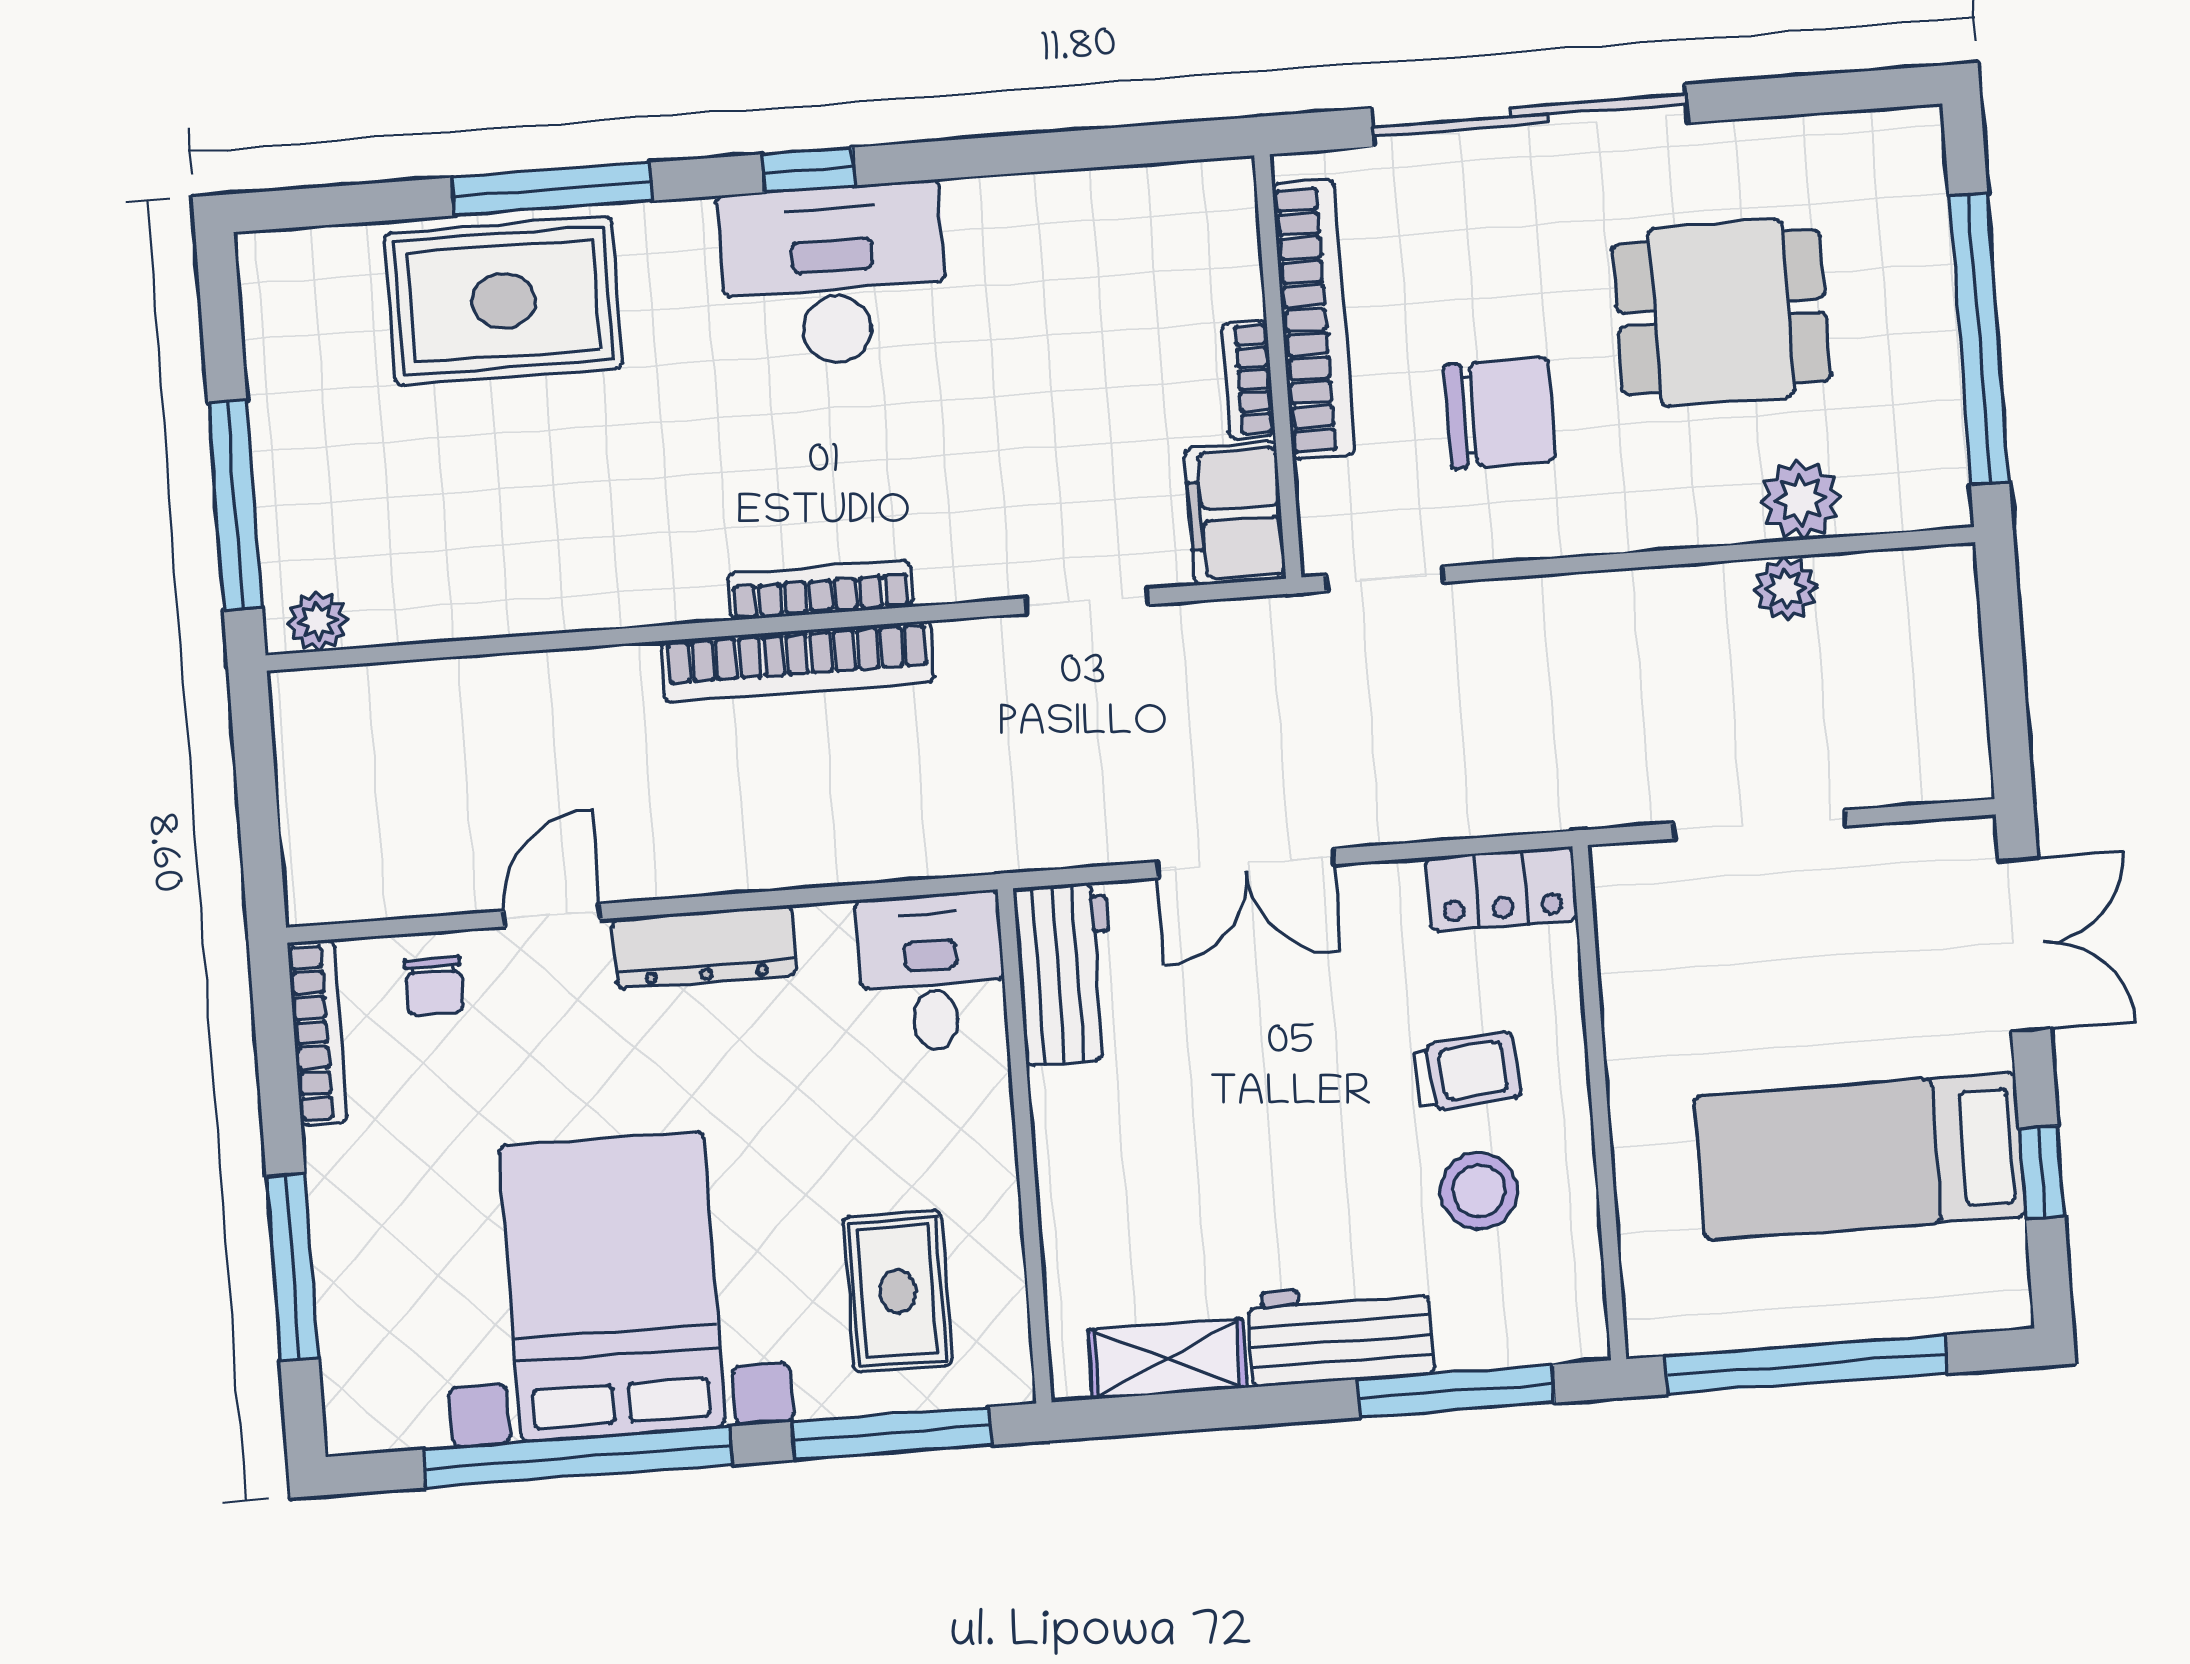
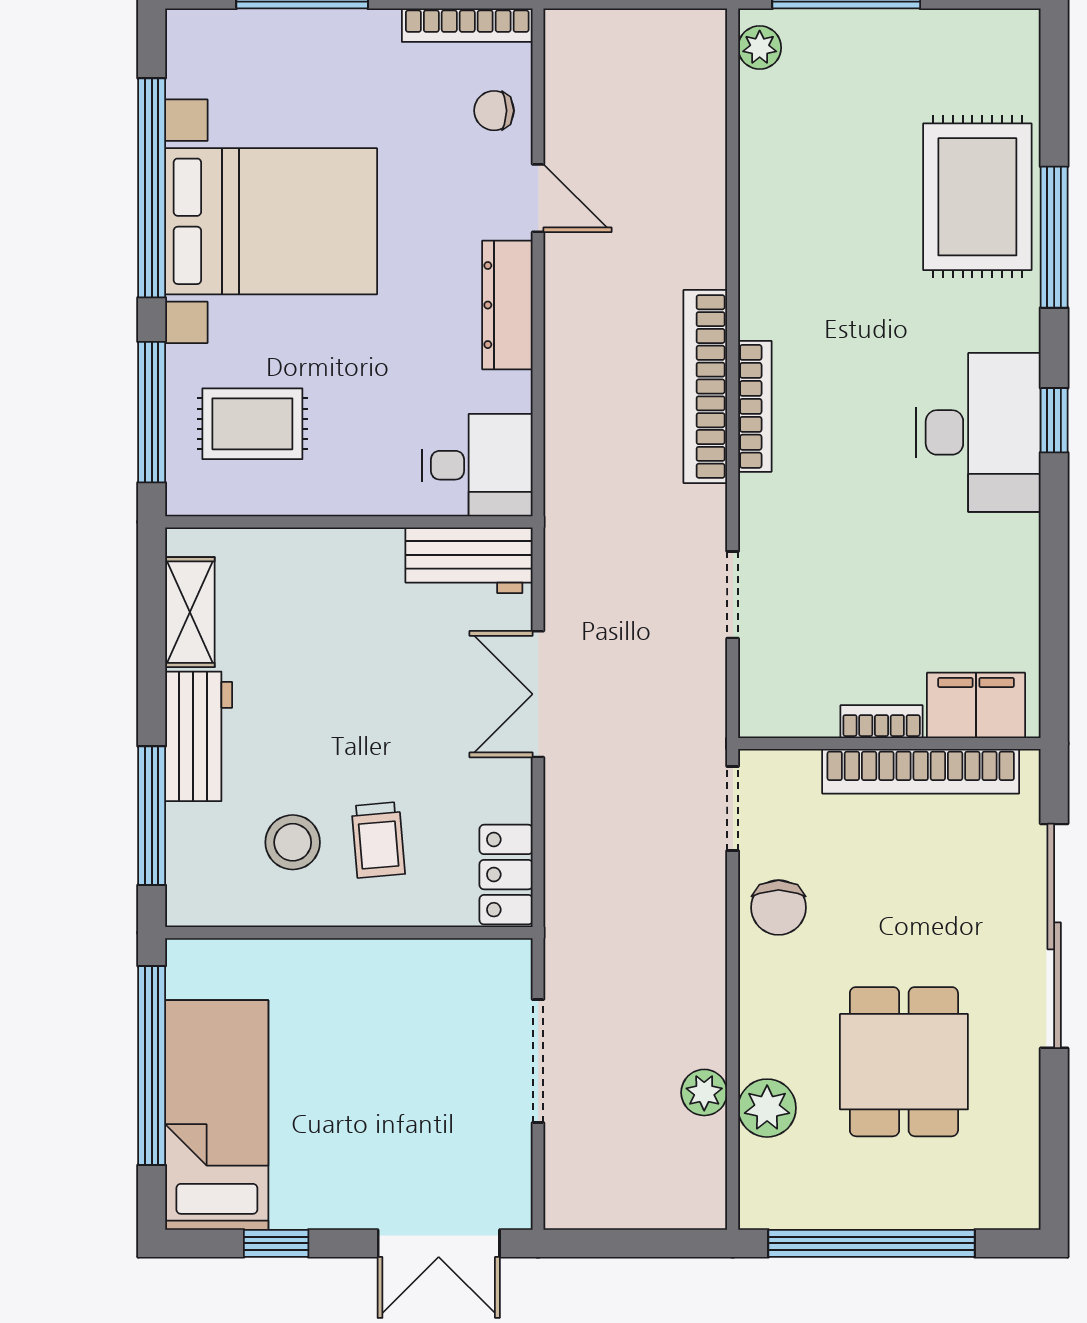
chair: (1500, 413) -> (779, 908), moved, width x0.73, depth x0.73
filing cabinet: (1235, 514) -> (976, 705), moved
bed: (1860, 1156) -> (217, 1115), moved

